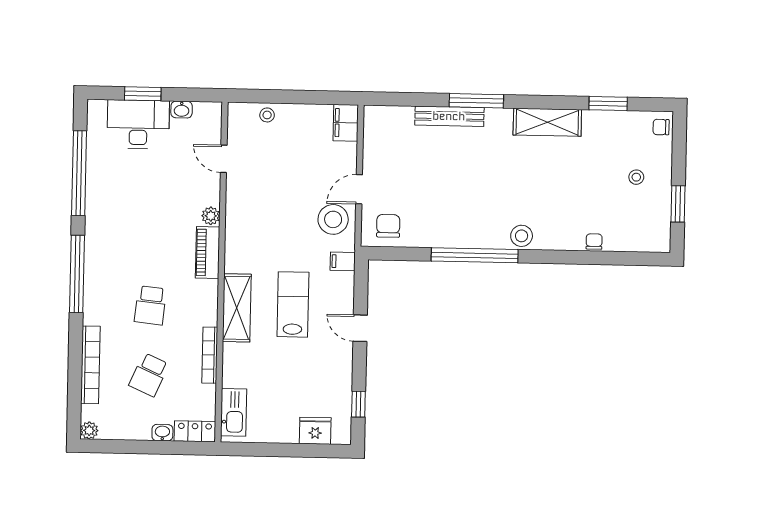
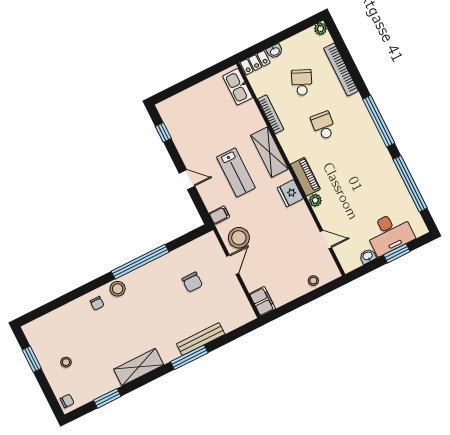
chair: (388, 226) -> (192, 282), moved
chair: (594, 242) -> (97, 303), moved
fridge: (315, 431) -> (290, 193), moved, turned 90

